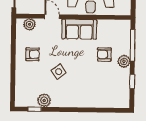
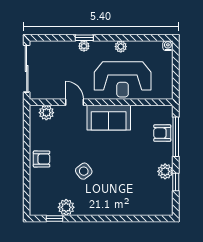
armchair: (33, 54) -> (42, 159), moved
armchair: (104, 54) -> (162, 133), moved
plant: (124, 61) -> (165, 171), moved

